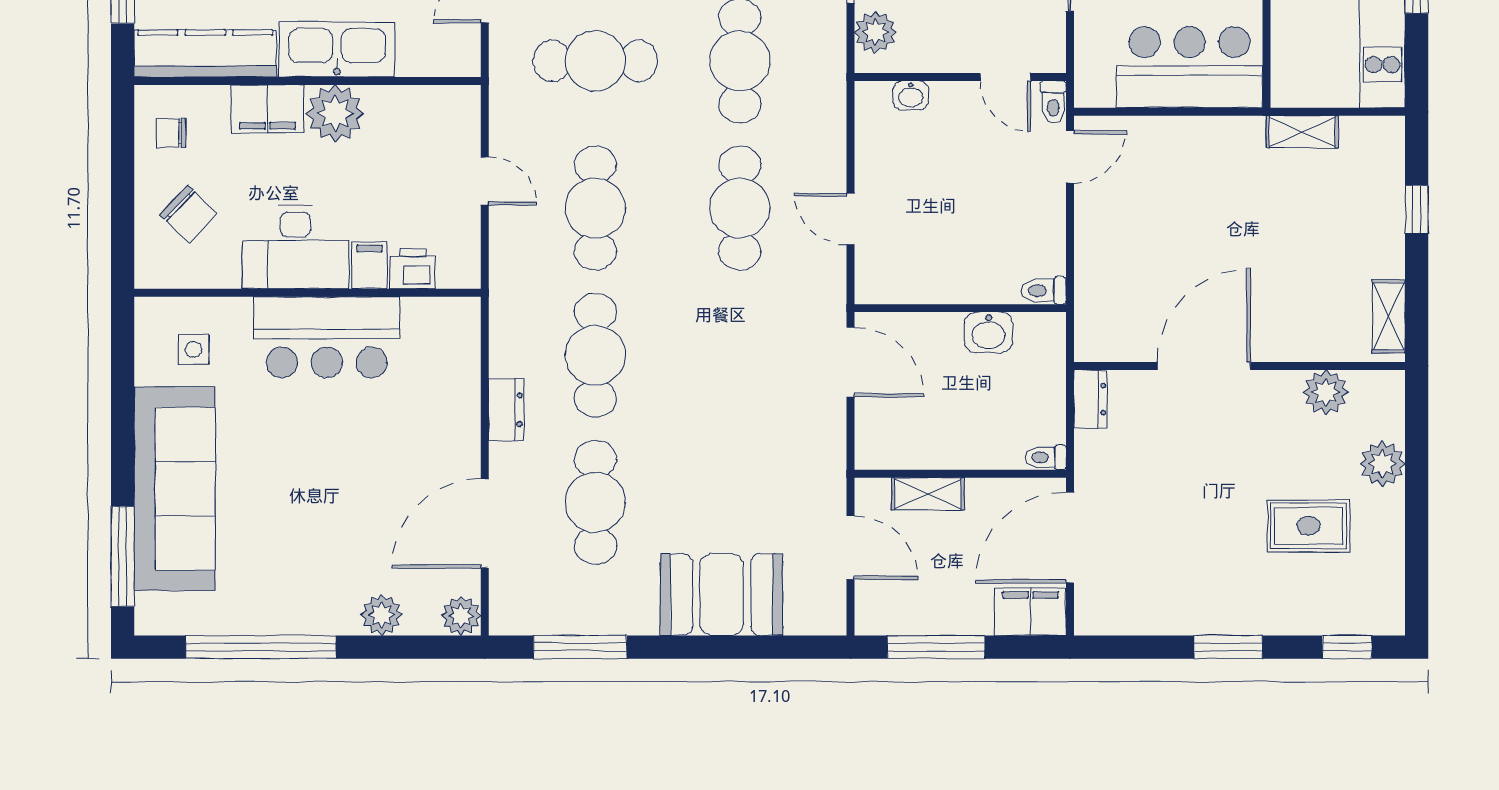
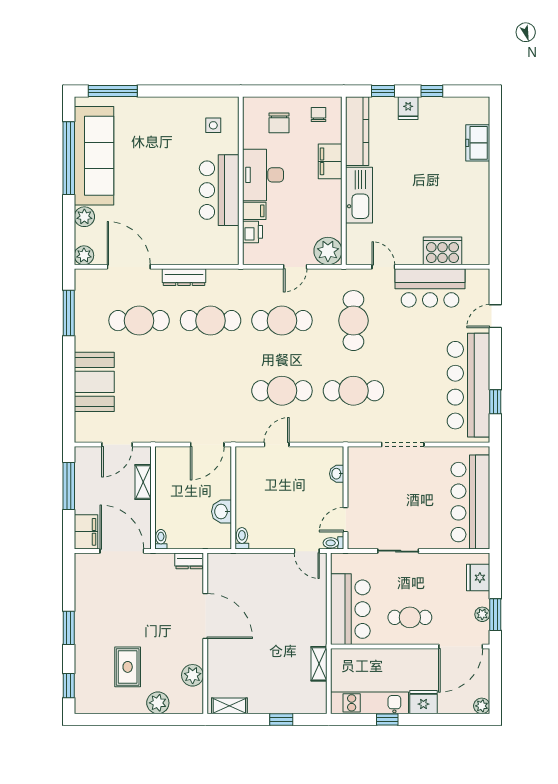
plant: (875, 32) -> (367, 457), removed
plant: (335, 113) -> (328, 251), moved
chair: (188, 214) -> (279, 123), turned -44
dresser: (506, 410) -> (184, 277), width x1.44
sofa: (175, 489) -> (94, 156), moved, turned -90

